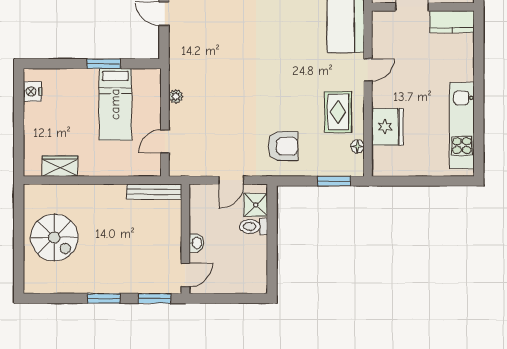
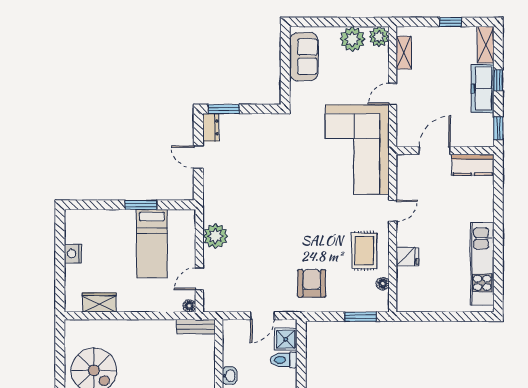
nightstand: (32, 91) -> (73, 254), moved
plant: (176, 96) -> (215, 236), width x1.88, depth x1.88
fridge: (387, 127) -> (407, 257), width x0.53, depth x0.75
armchair: (283, 146) -> (312, 283), turned -90
floor lamp: (155, 170) -> (189, 306), added
bench: (154, 192) -> (196, 327), width x0.73

